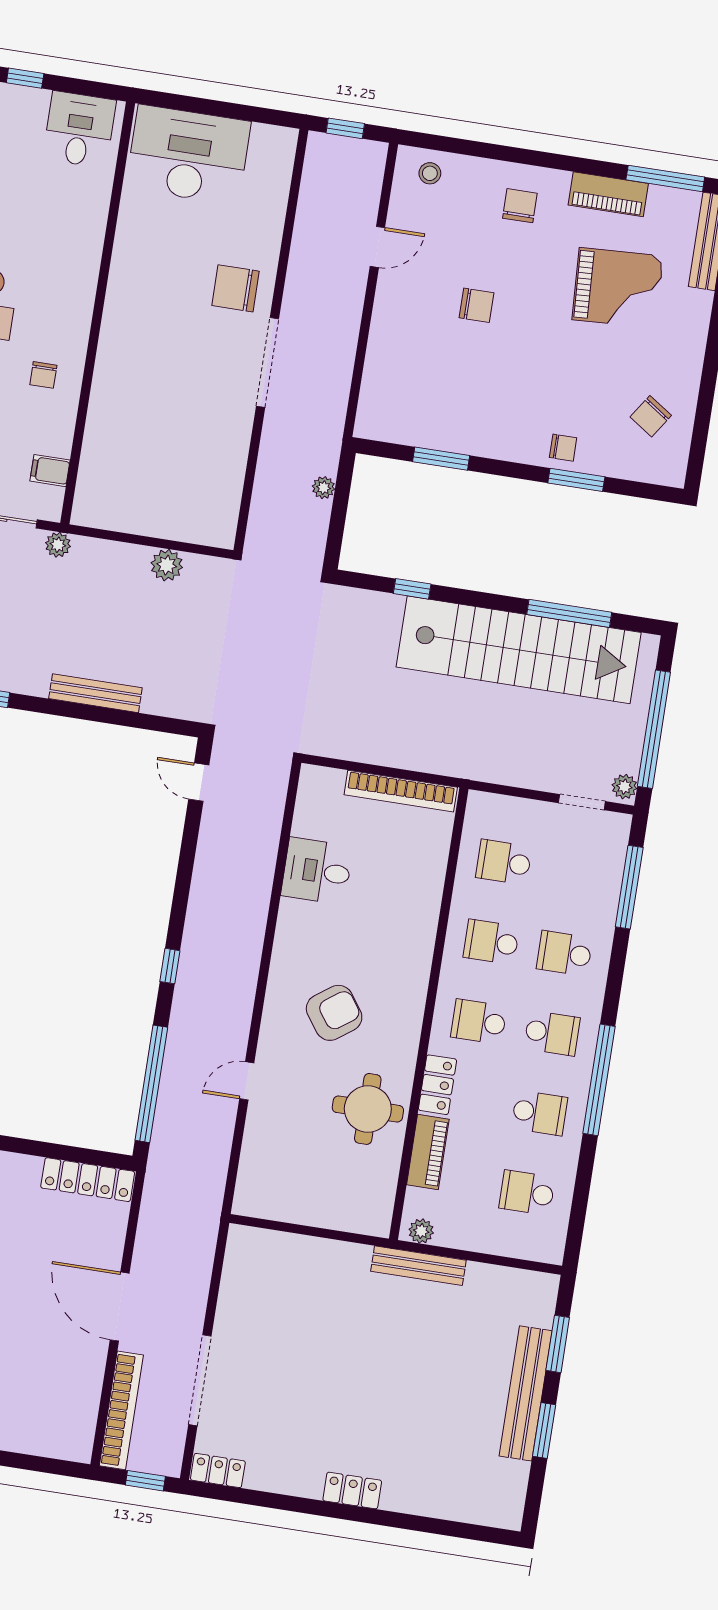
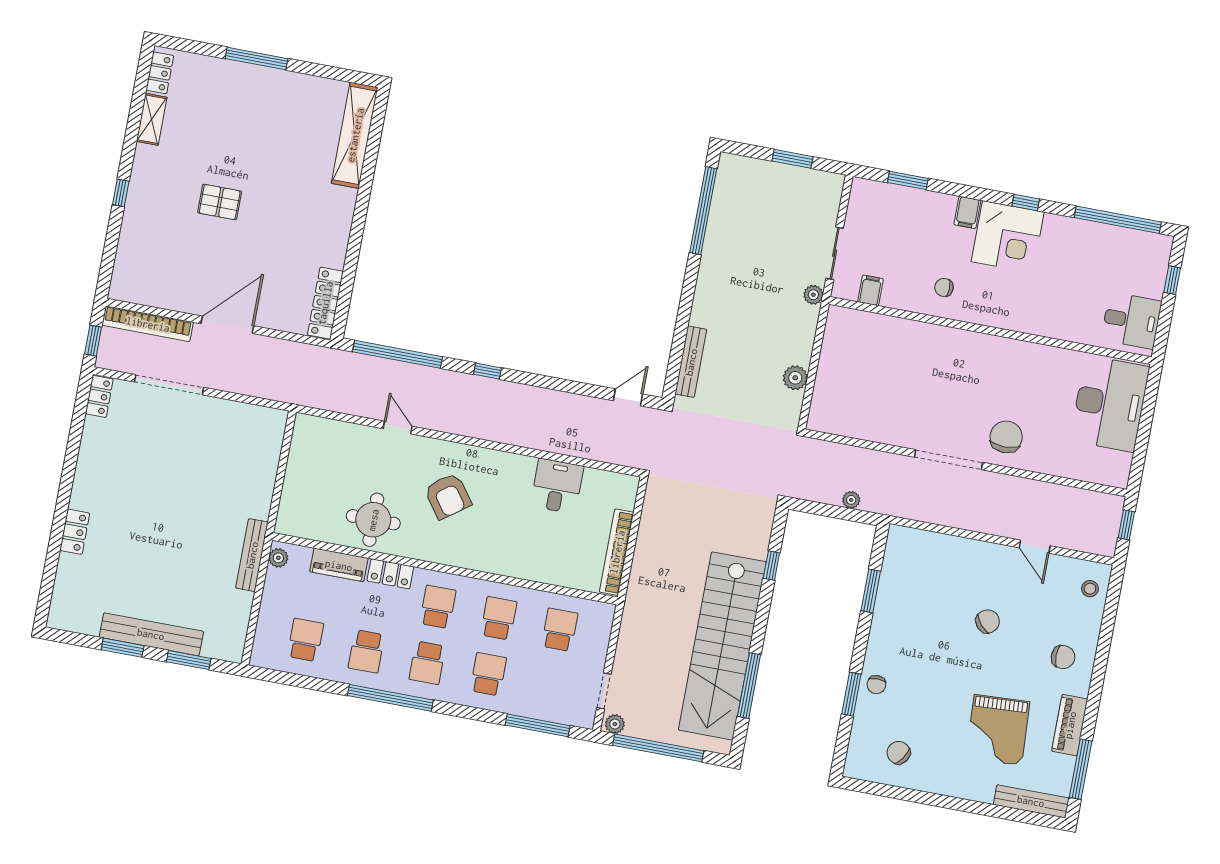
chair: (476, 305) -> (988, 621), turned -131
bench: (95, 693) -> (691, 362), moved
locker: (352, 1491) -> (75, 532), moved

